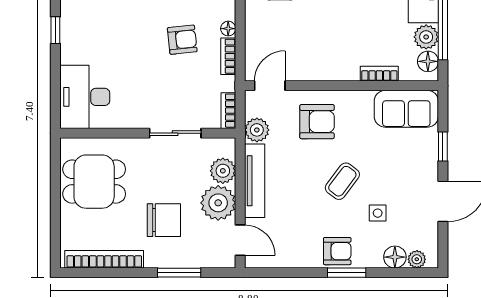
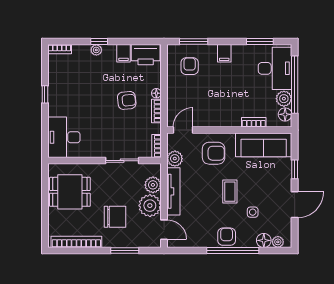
sofa: (406, 109) -> (264, 145), width x1.36
coffee table: (342, 181) -> (230, 192), turned -37
armchair: (337, 251) -> (227, 237), turned -90
window: (347, 273) -> (233, 251), width x2.11

